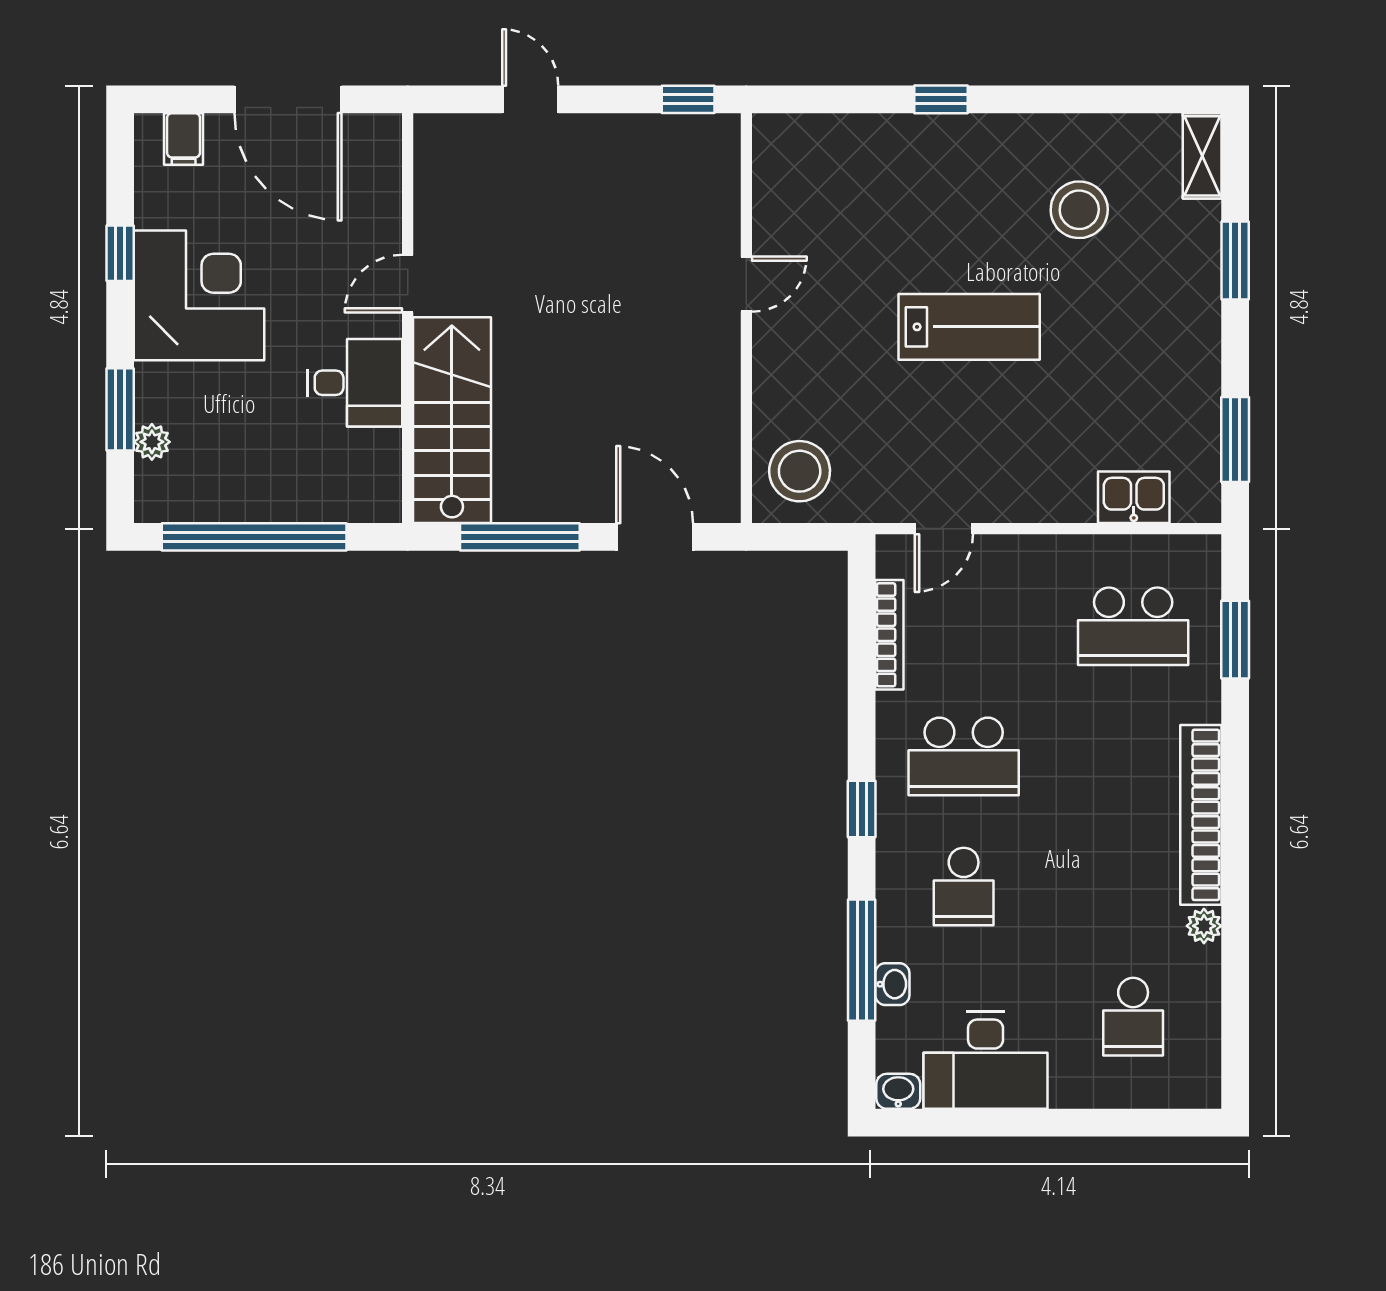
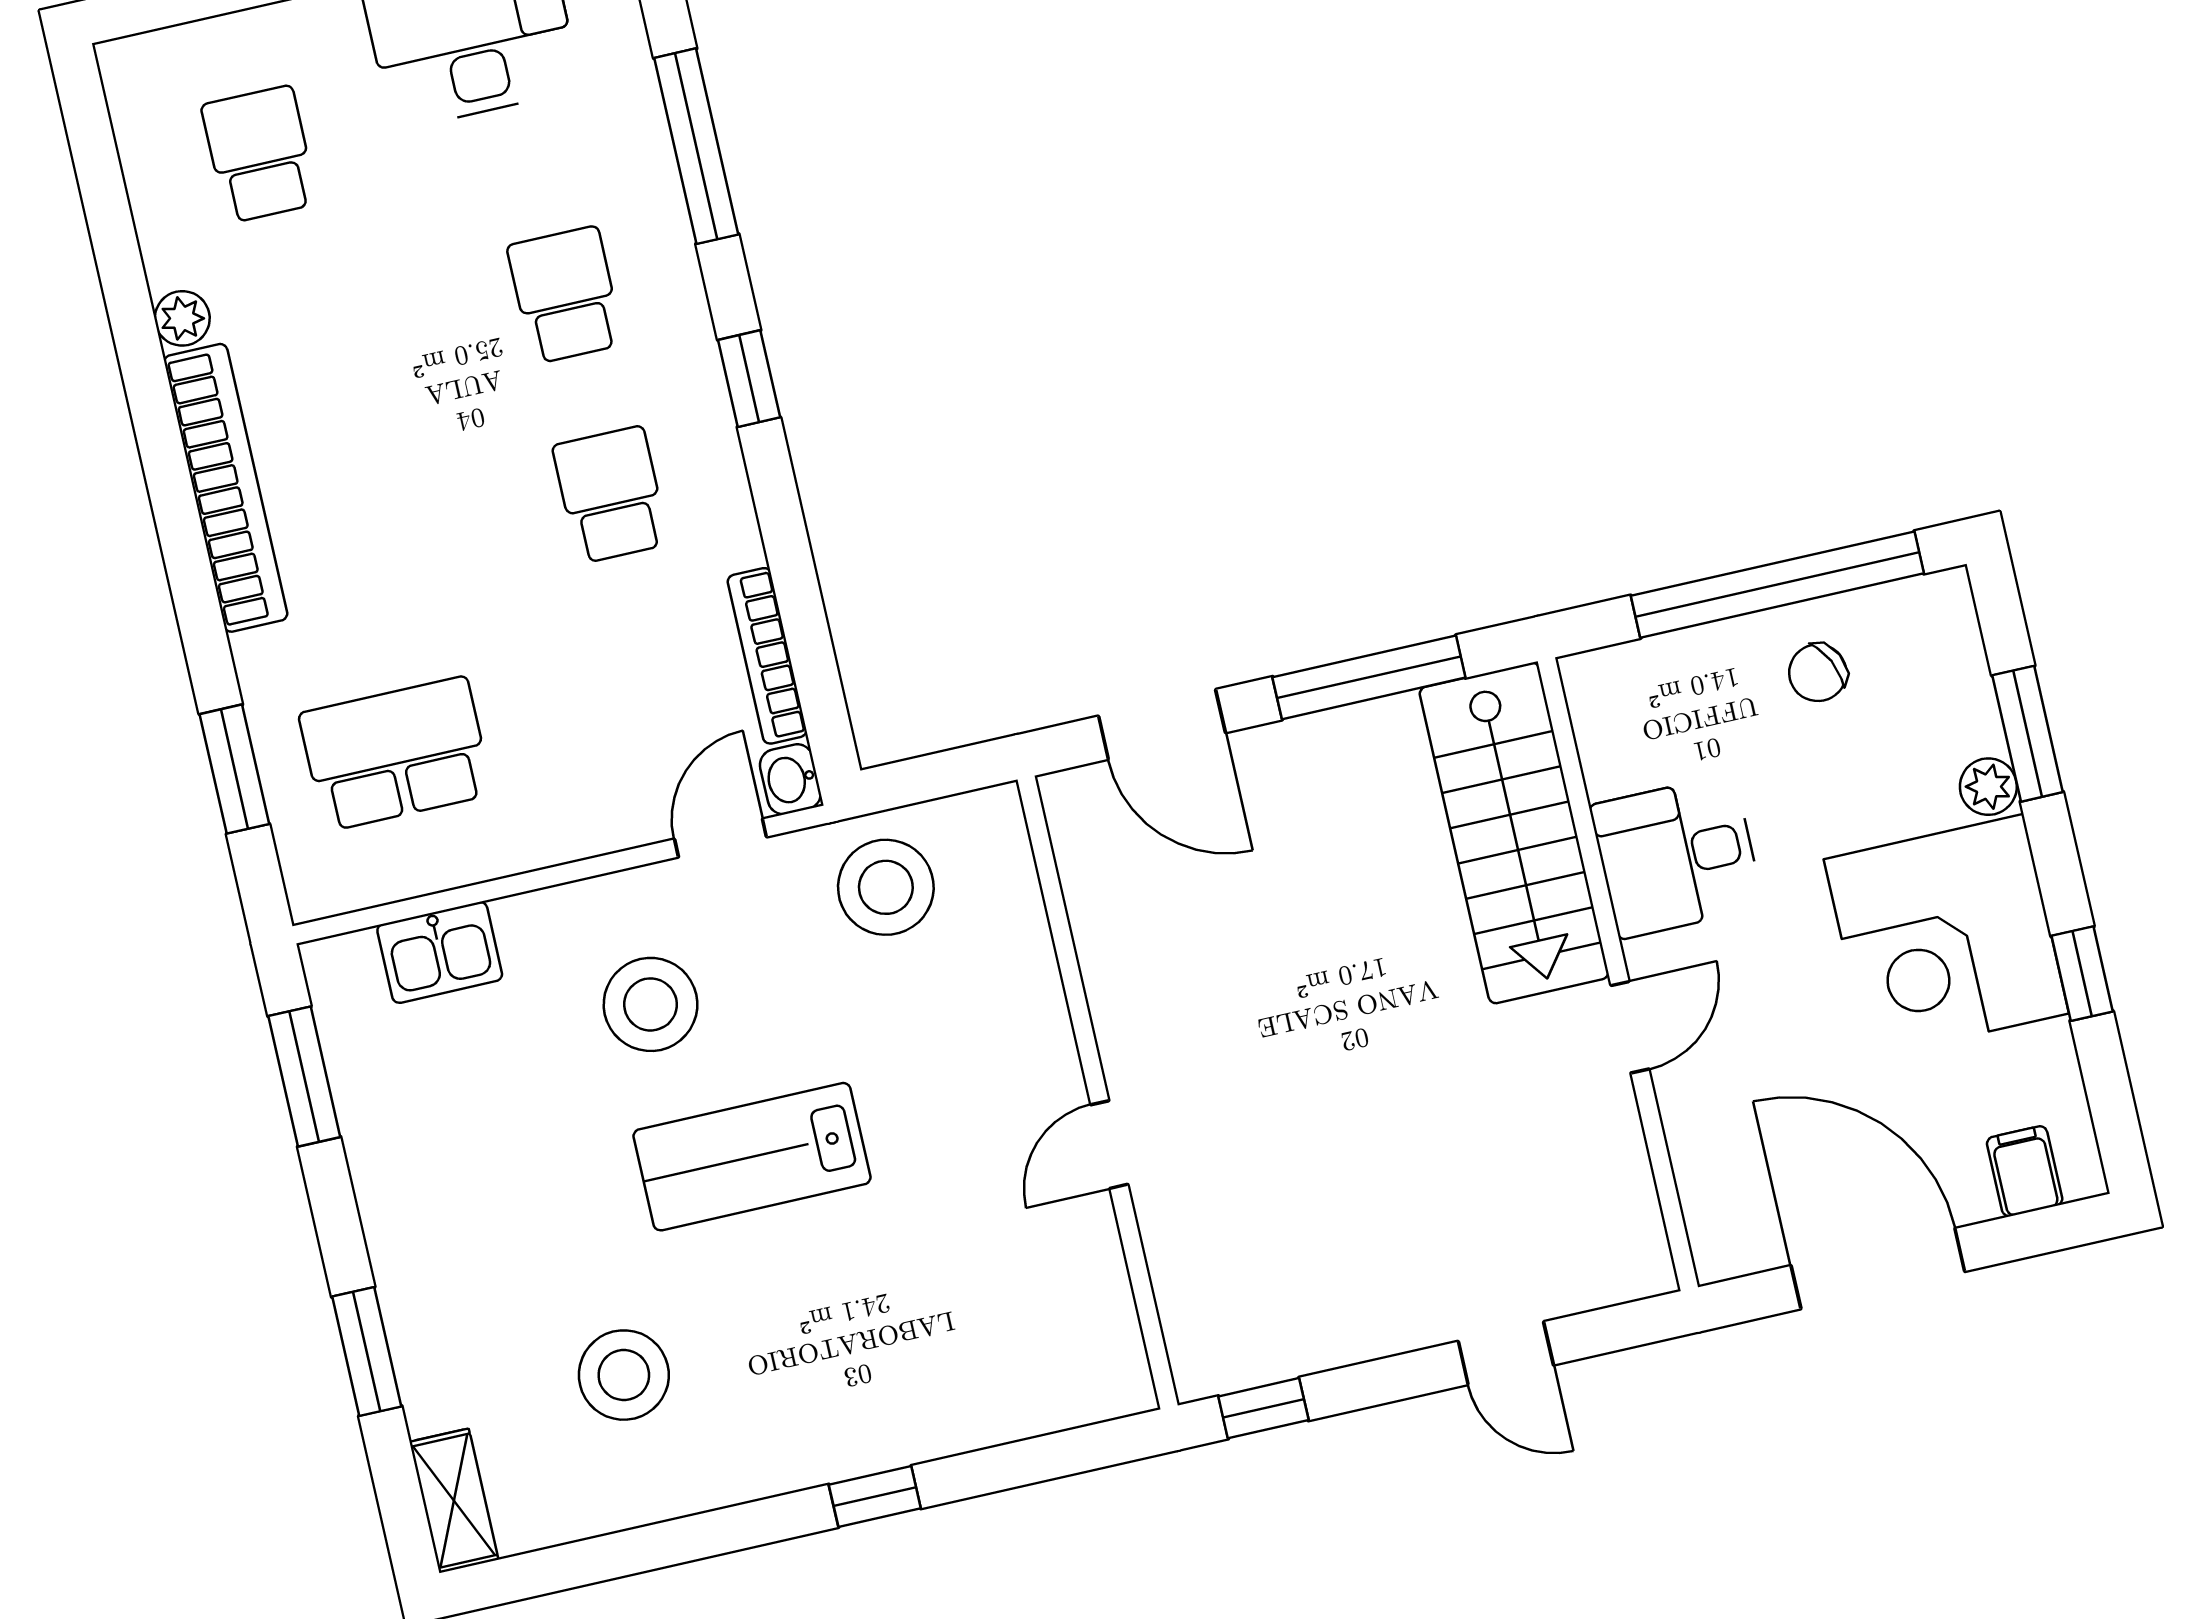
stool: (1011, 435) -> (651, 1004), added
plant: (152, 442) -> (1988, 787), moved
stool: (800, 471) -> (886, 887), moved
chair: (242, 477) -> (1818, 673), added
school desk: (964, 756) -> (611, 495), width x0.54
washbasin: (892, 984) -> (790, 779), moved

